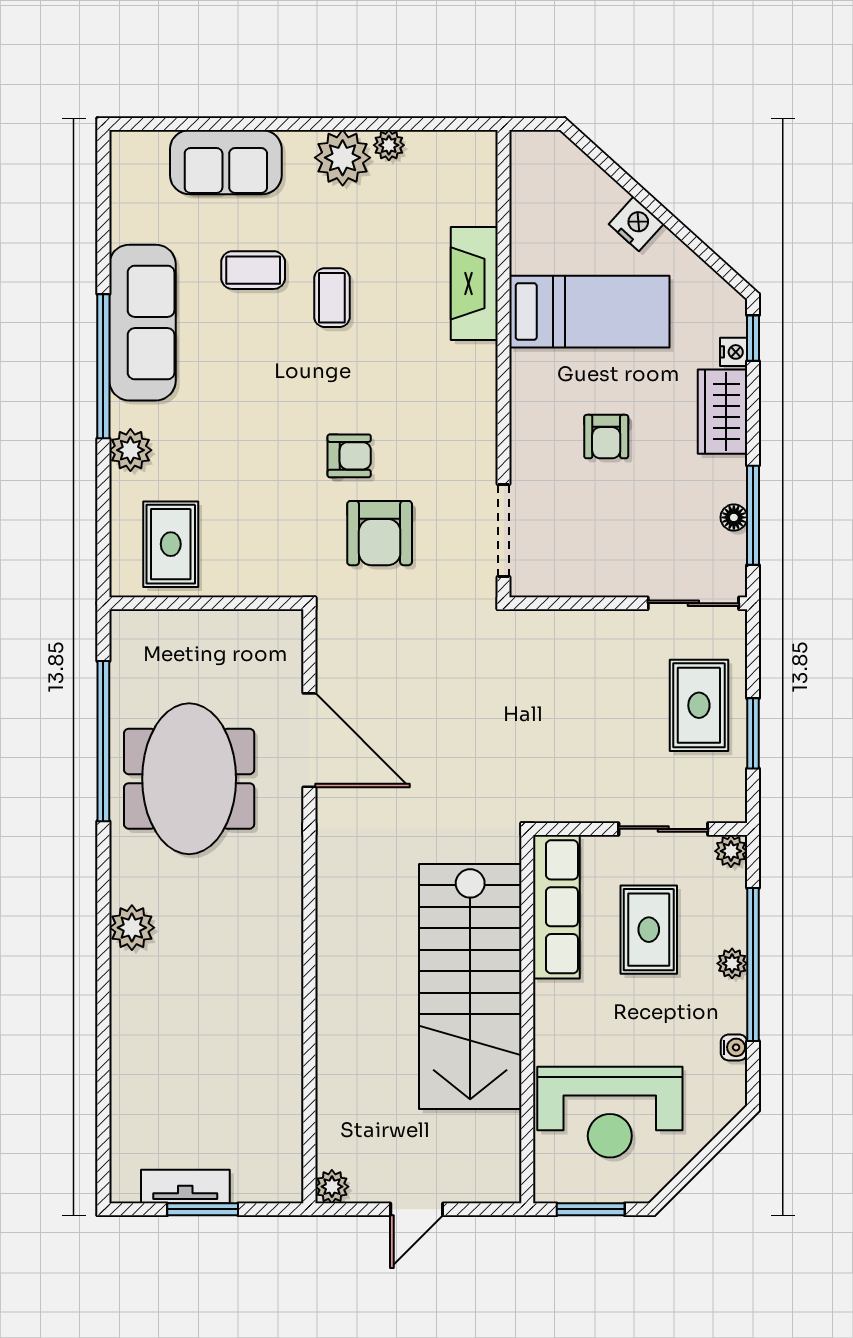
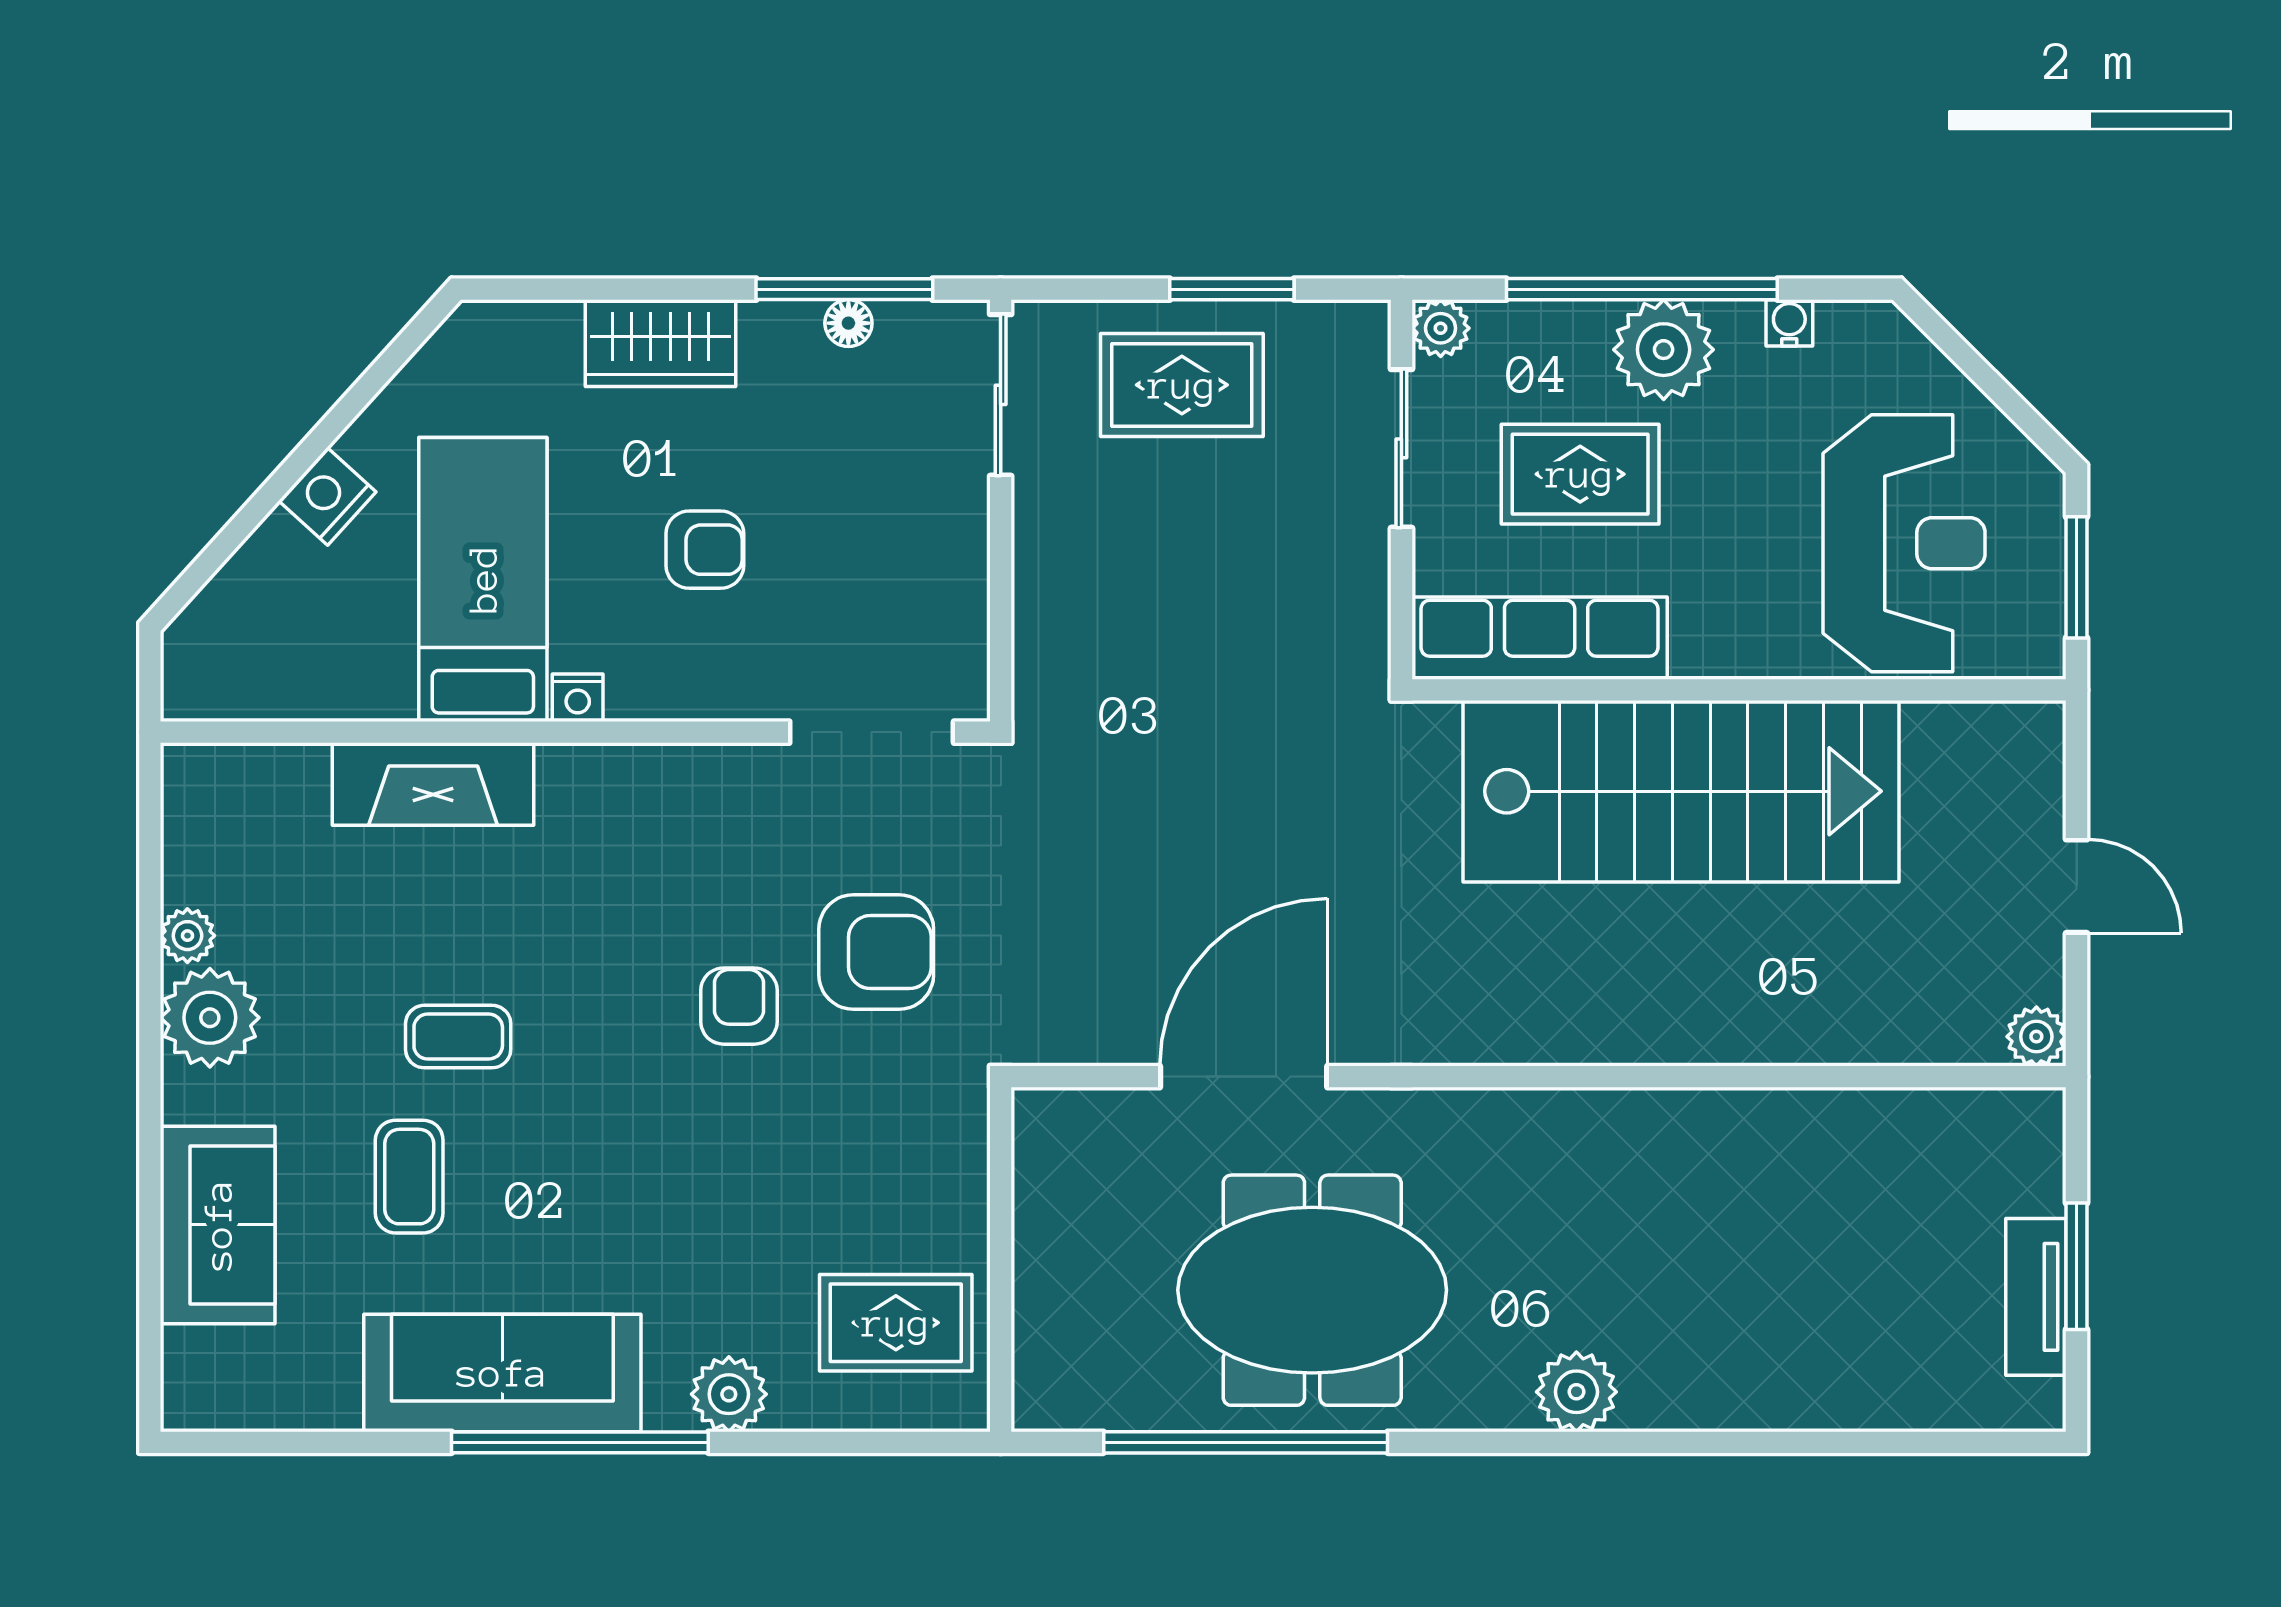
window: (753, 338) -> (530, 289), removed
nightstand: (734, 352) -> (578, 698), moved, turned 180
plant: (732, 963) -> (1664, 350), width x1.88, depth x1.88

